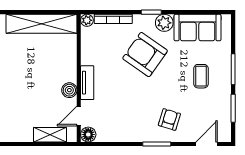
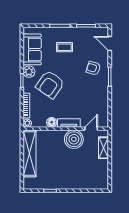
boiler: (69, 90) -> (74, 139), width x1.86, depth x1.86
door: (79, 116) -> (91, 129), swing flipped
floor lamp: (88, 135) -> (52, 122), moved

